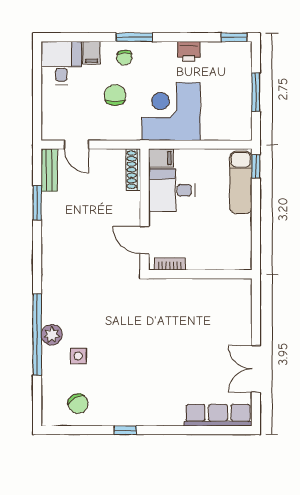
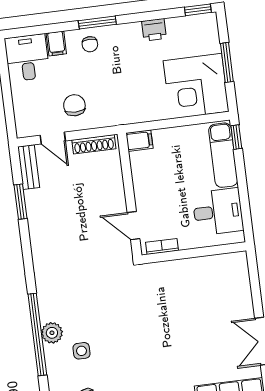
chair: (115, 95) -> (74, 105), moved
corner desk: (171, 112) -> (196, 86), moved, turned -90
shoe rack: (133, 170) -> (94, 144), moved, turned -90
desk: (172, 190) -> (218, 212), moved, turned 180

